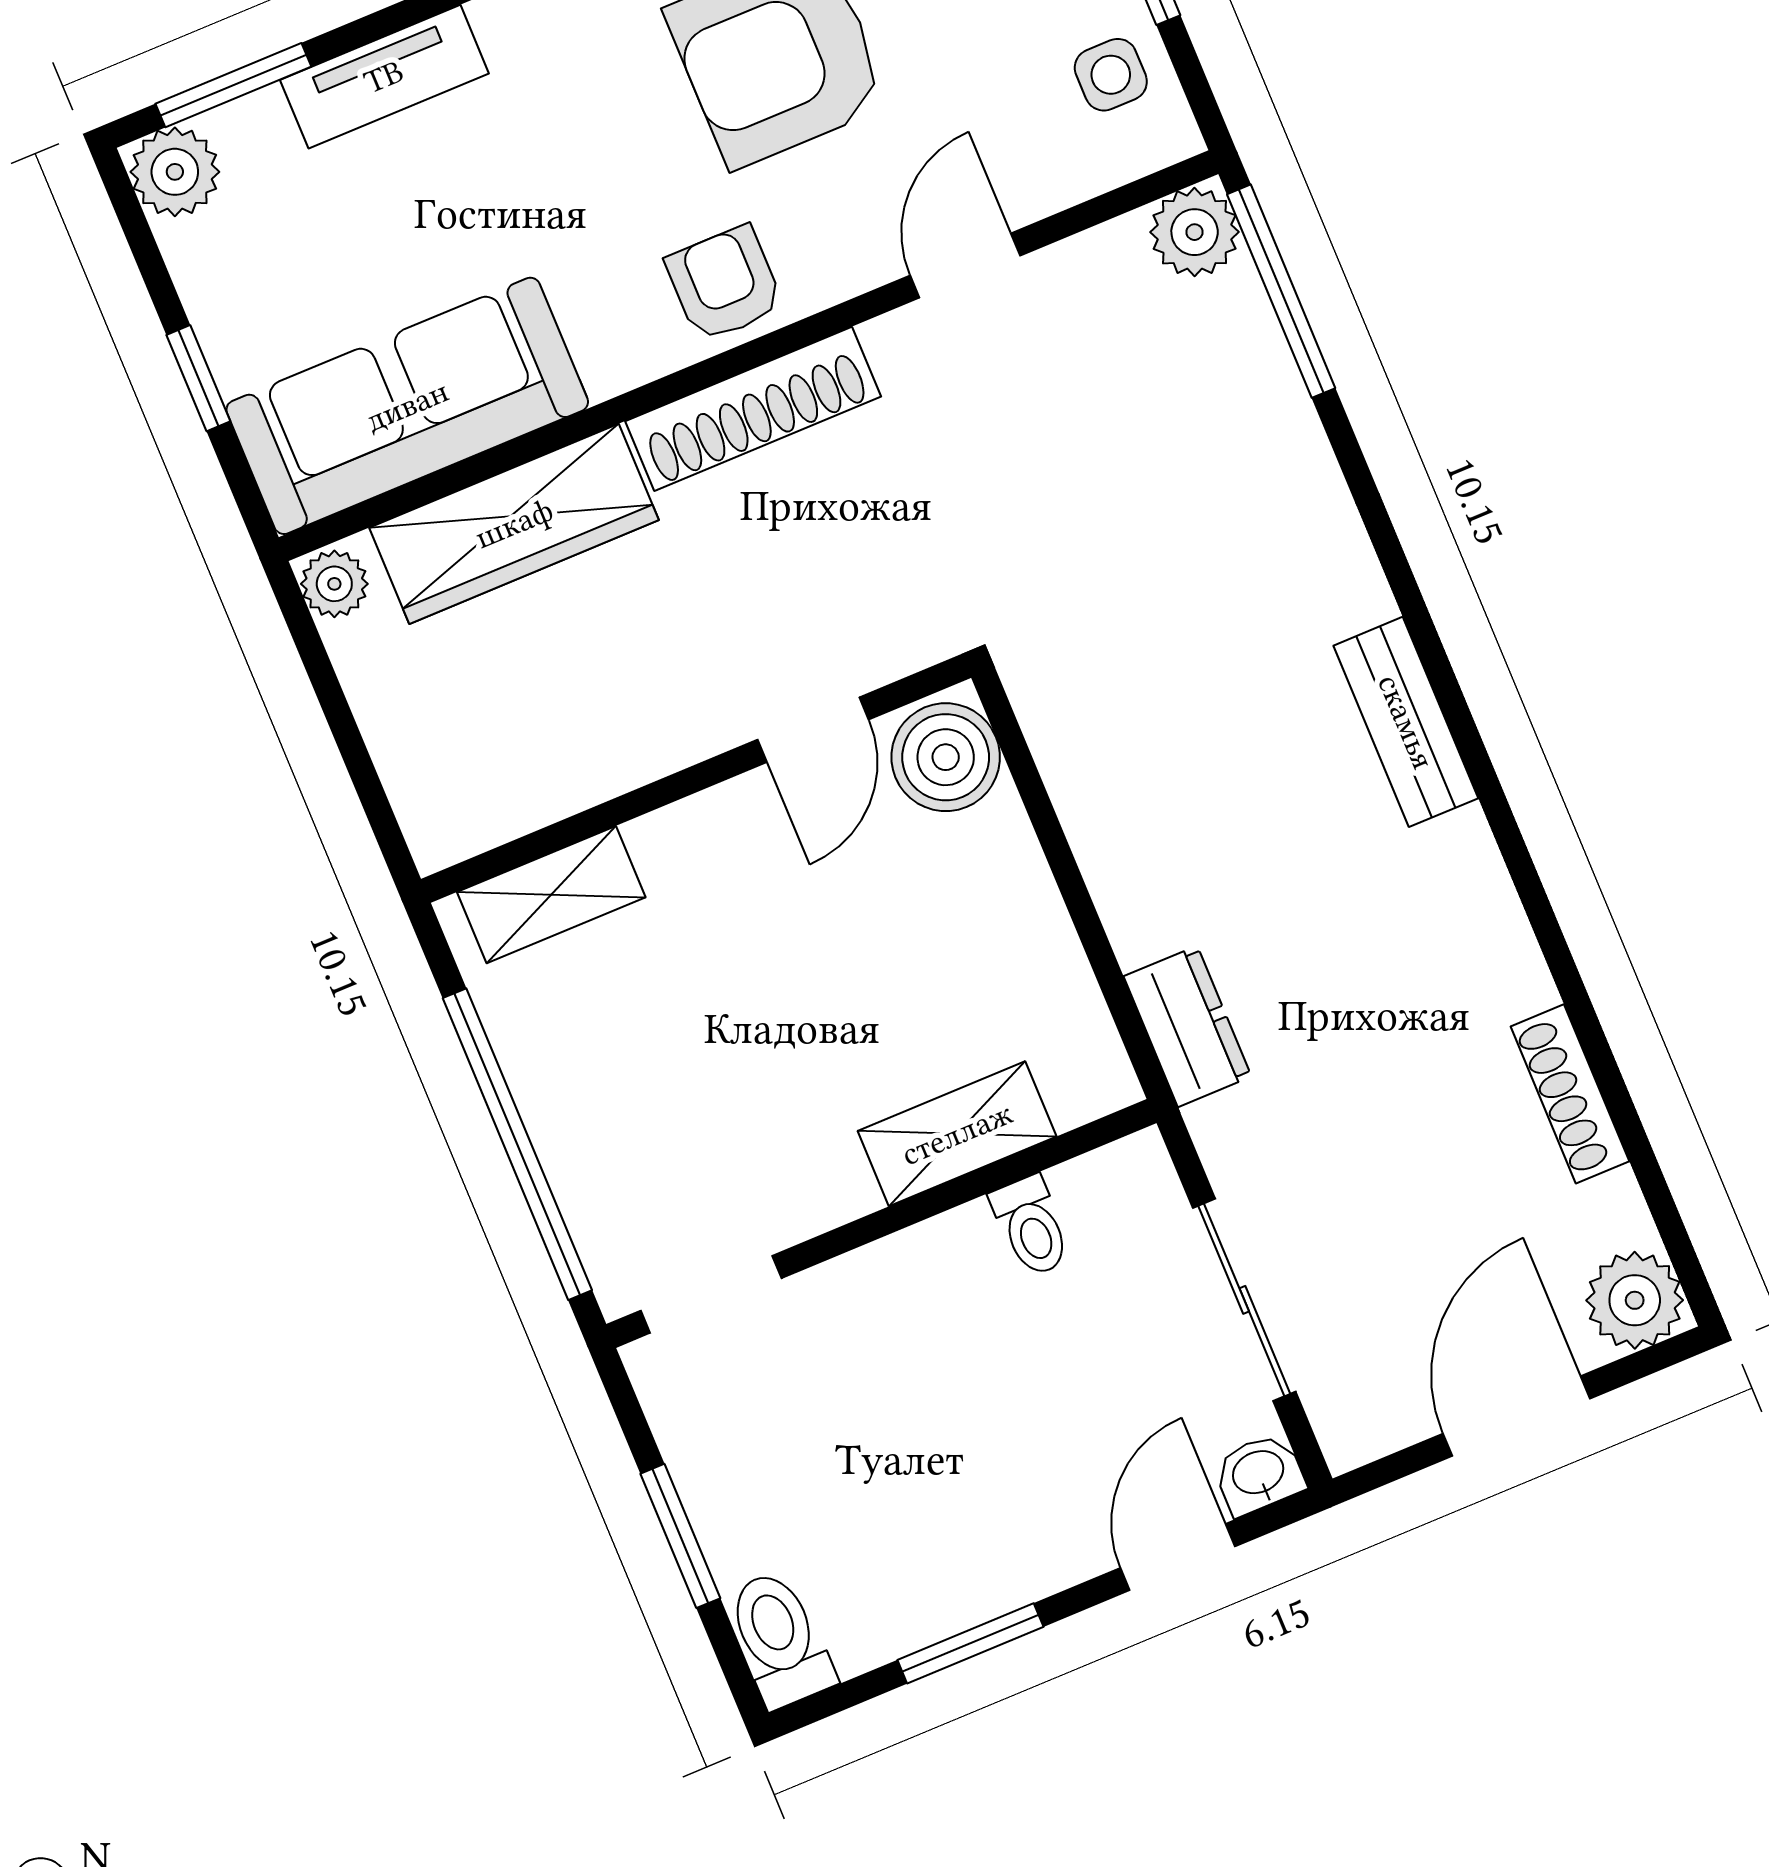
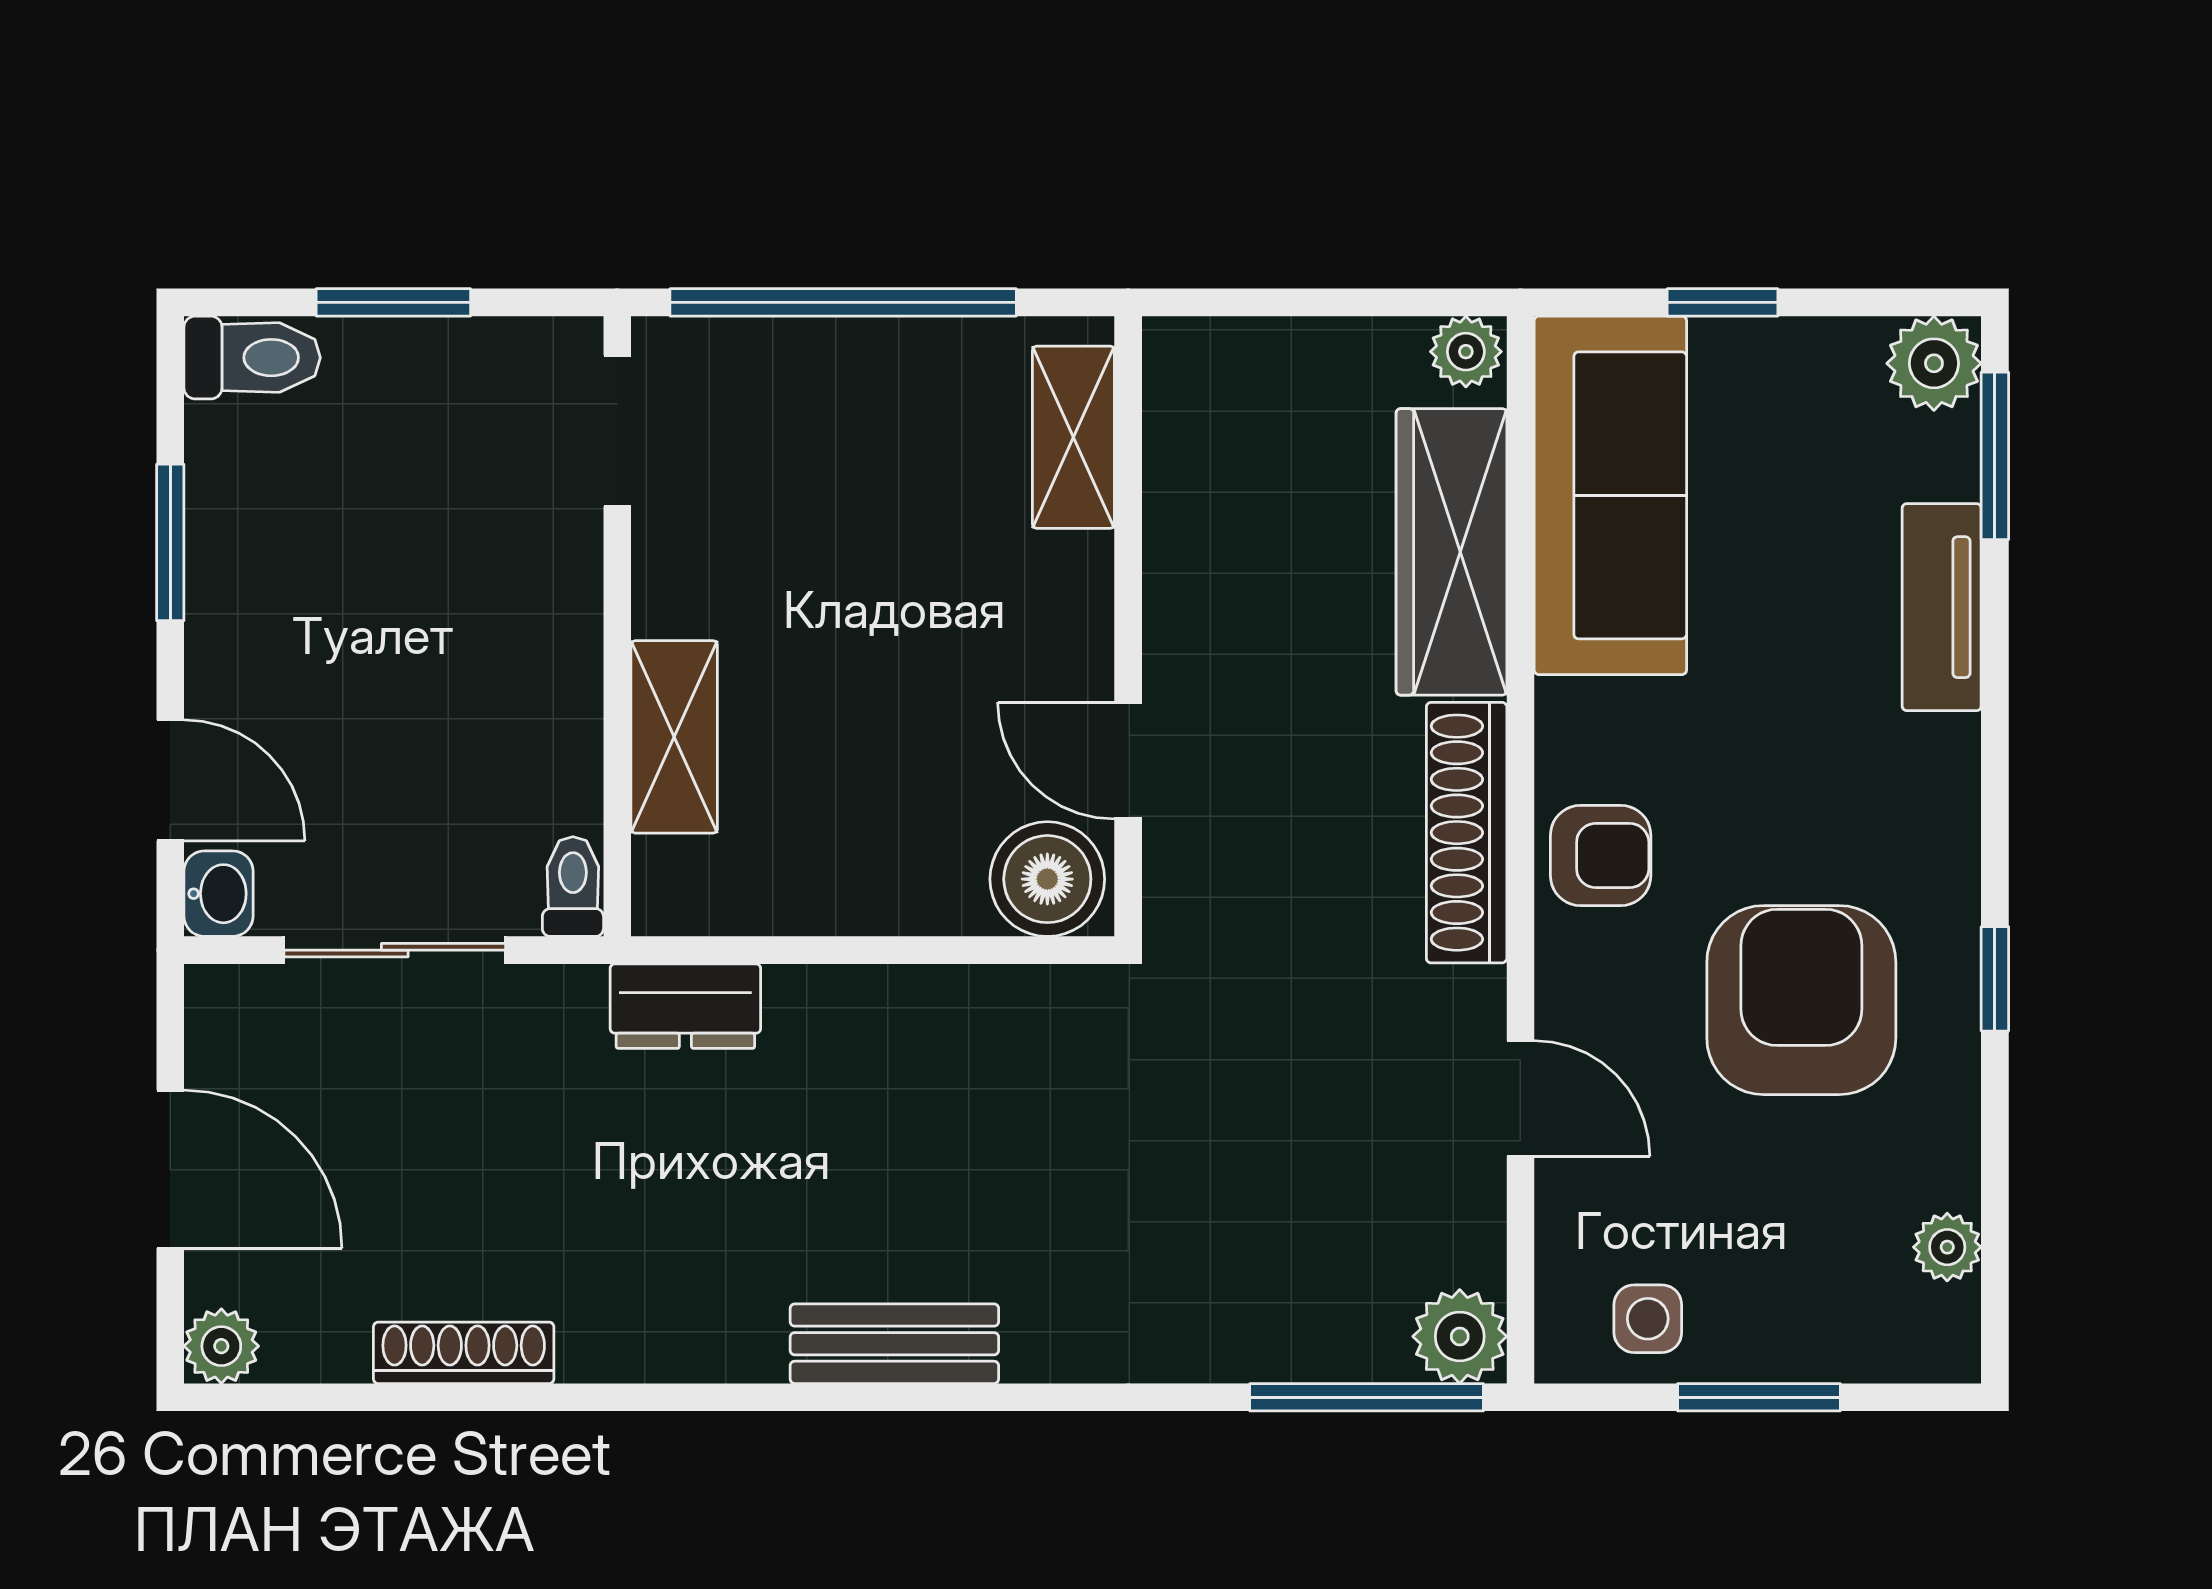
toilet: (1031, 1226) -> (573, 887), moved, turned 90
plant: (1635, 1300) -> (221, 1346), width x0.73, depth x0.73

